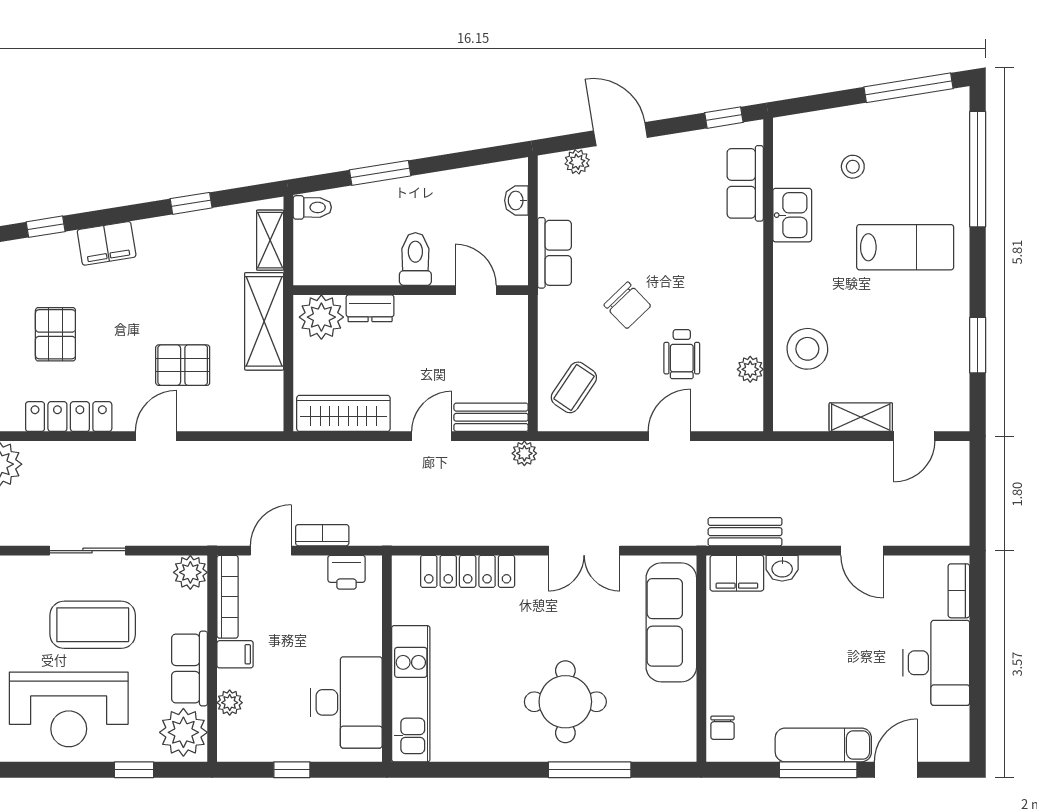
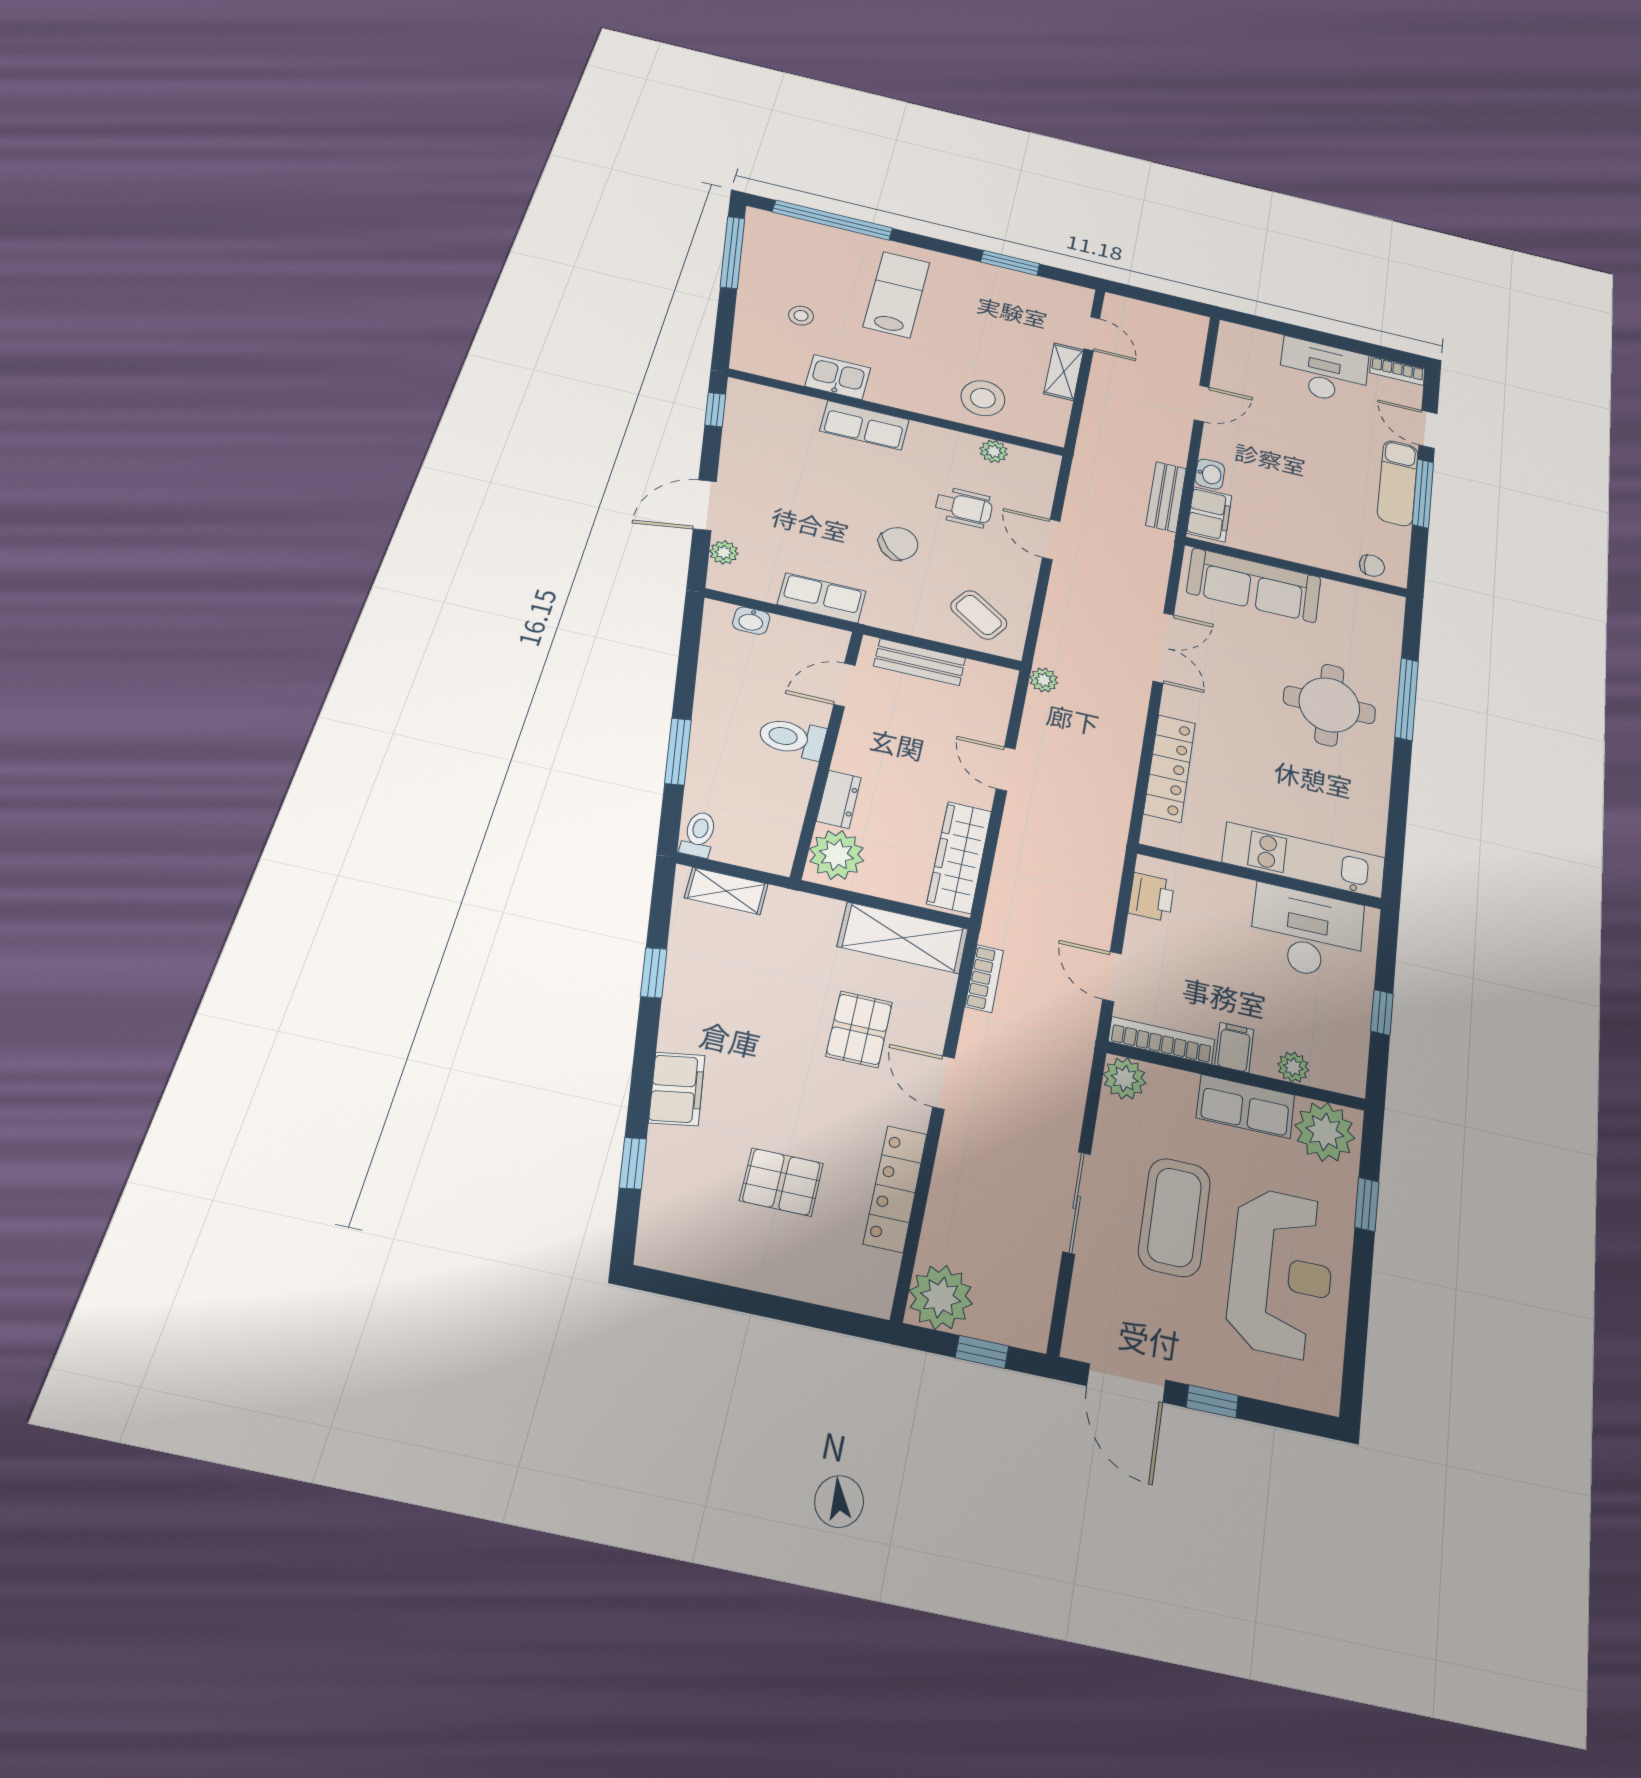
row of seats: (745, 183) -> (864, 425), moved
shelving: (264, 321) -> (903, 938), moved
bench: (491, 417) -> (920, 662), moved, turned 90
bookcase: (322, 535) -> (984, 978), moved, turned 180
bookcase: (959, 591) -> (1397, 371), moved

